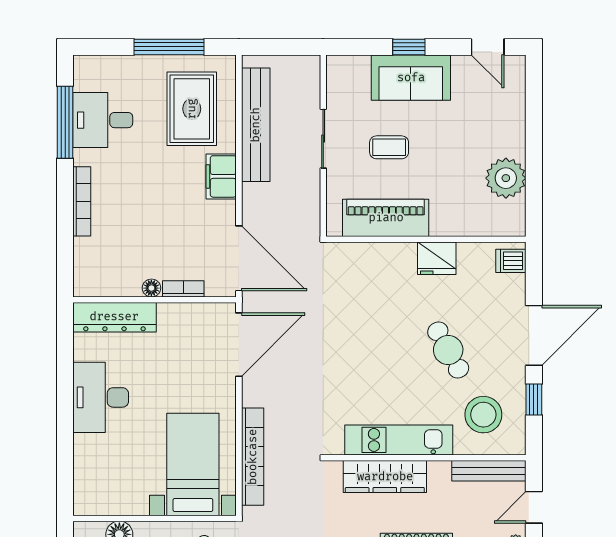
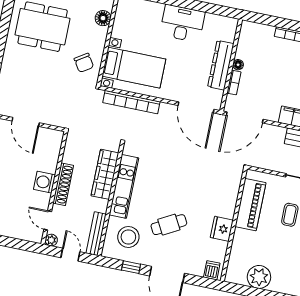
dresser: (114, 317) -> (221, 65), moved

